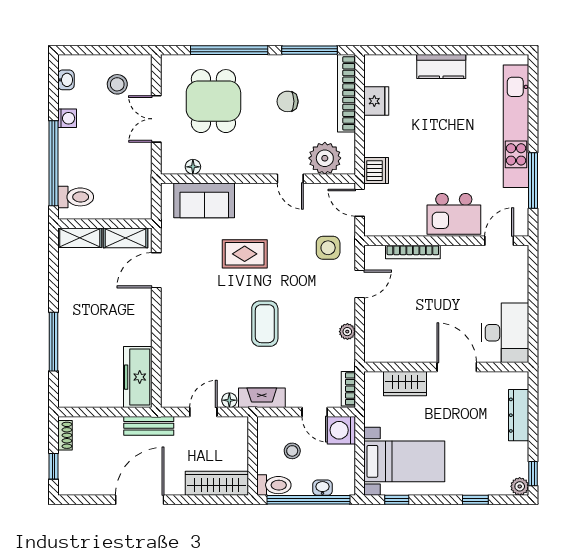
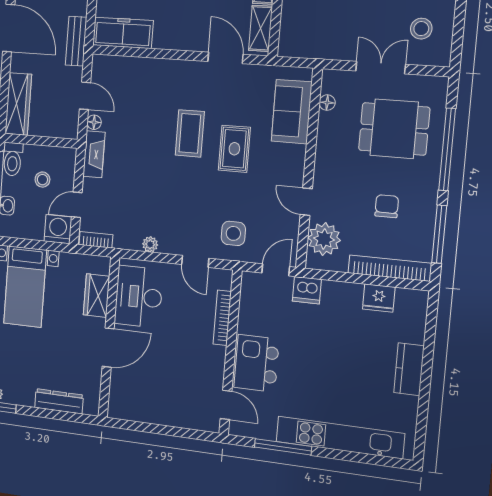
door: (290, 179) -> (306, 202), hinge flipped
coffee table: (265, 324) -> (190, 133), moved, turned 90
desk: (505, 333) -> (139, 297), moved, turned 90

